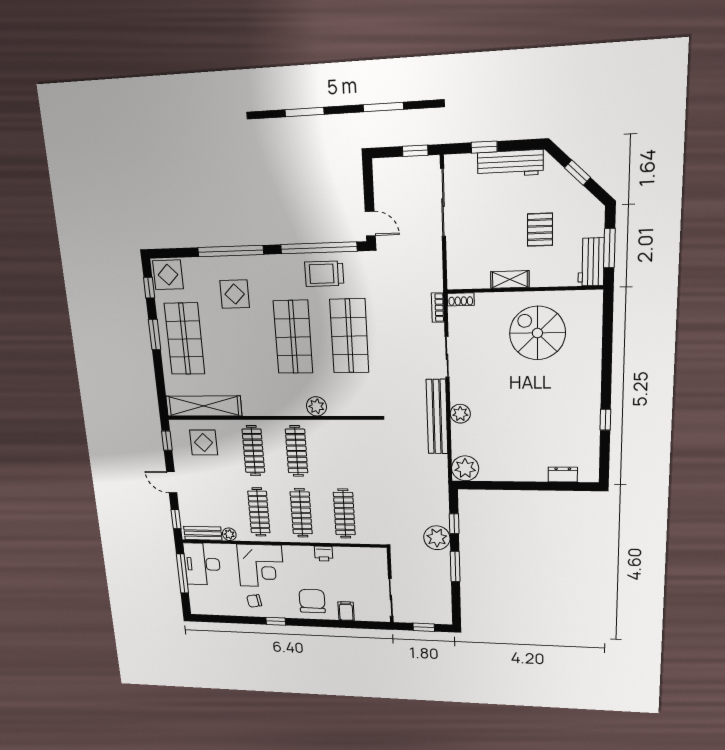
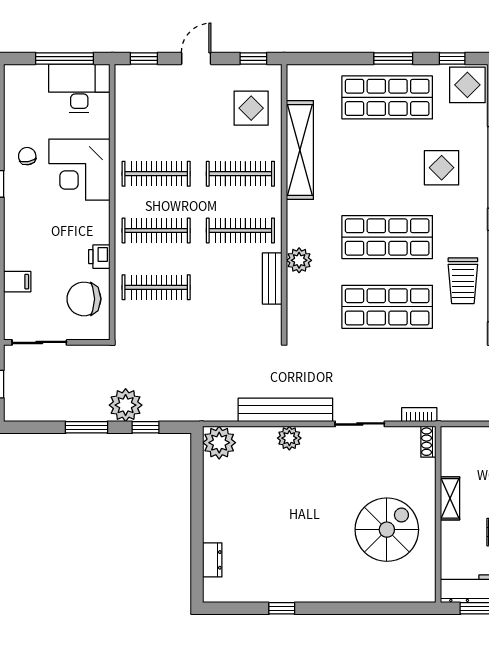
trolley: (324, 274) -> (463, 281), turned 180
shelving: (204, 406) -> (300, 150), moved
bench: (203, 533) -> (272, 278), moved
plant: (229, 534) -> (124, 130), removed
chair: (312, 601) -> (84, 299), moved, turned 180

